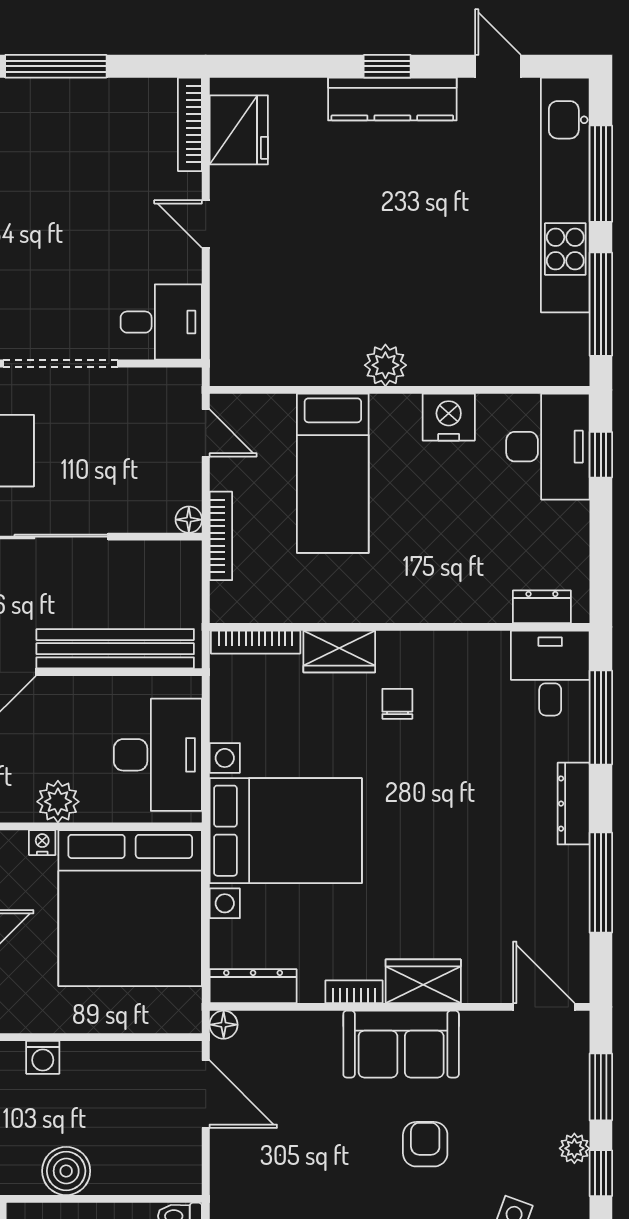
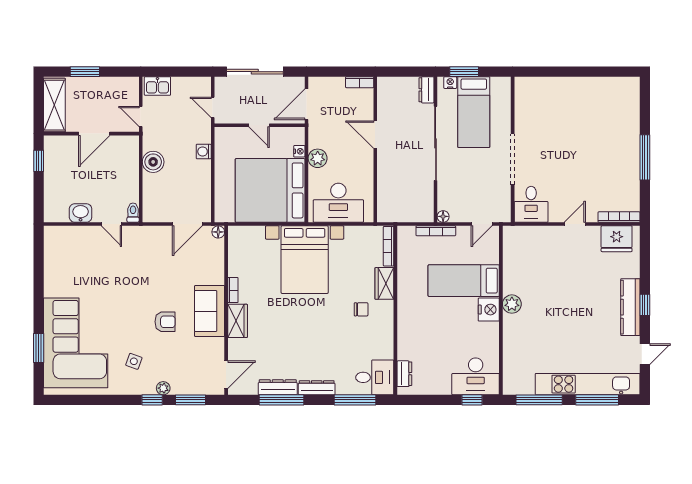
nightstand: (449, 417) -> (489, 310), moved
bench: (115, 649) -> (386, 184), removed
dresser: (253, 986) -> (278, 387), moved, turned -90

